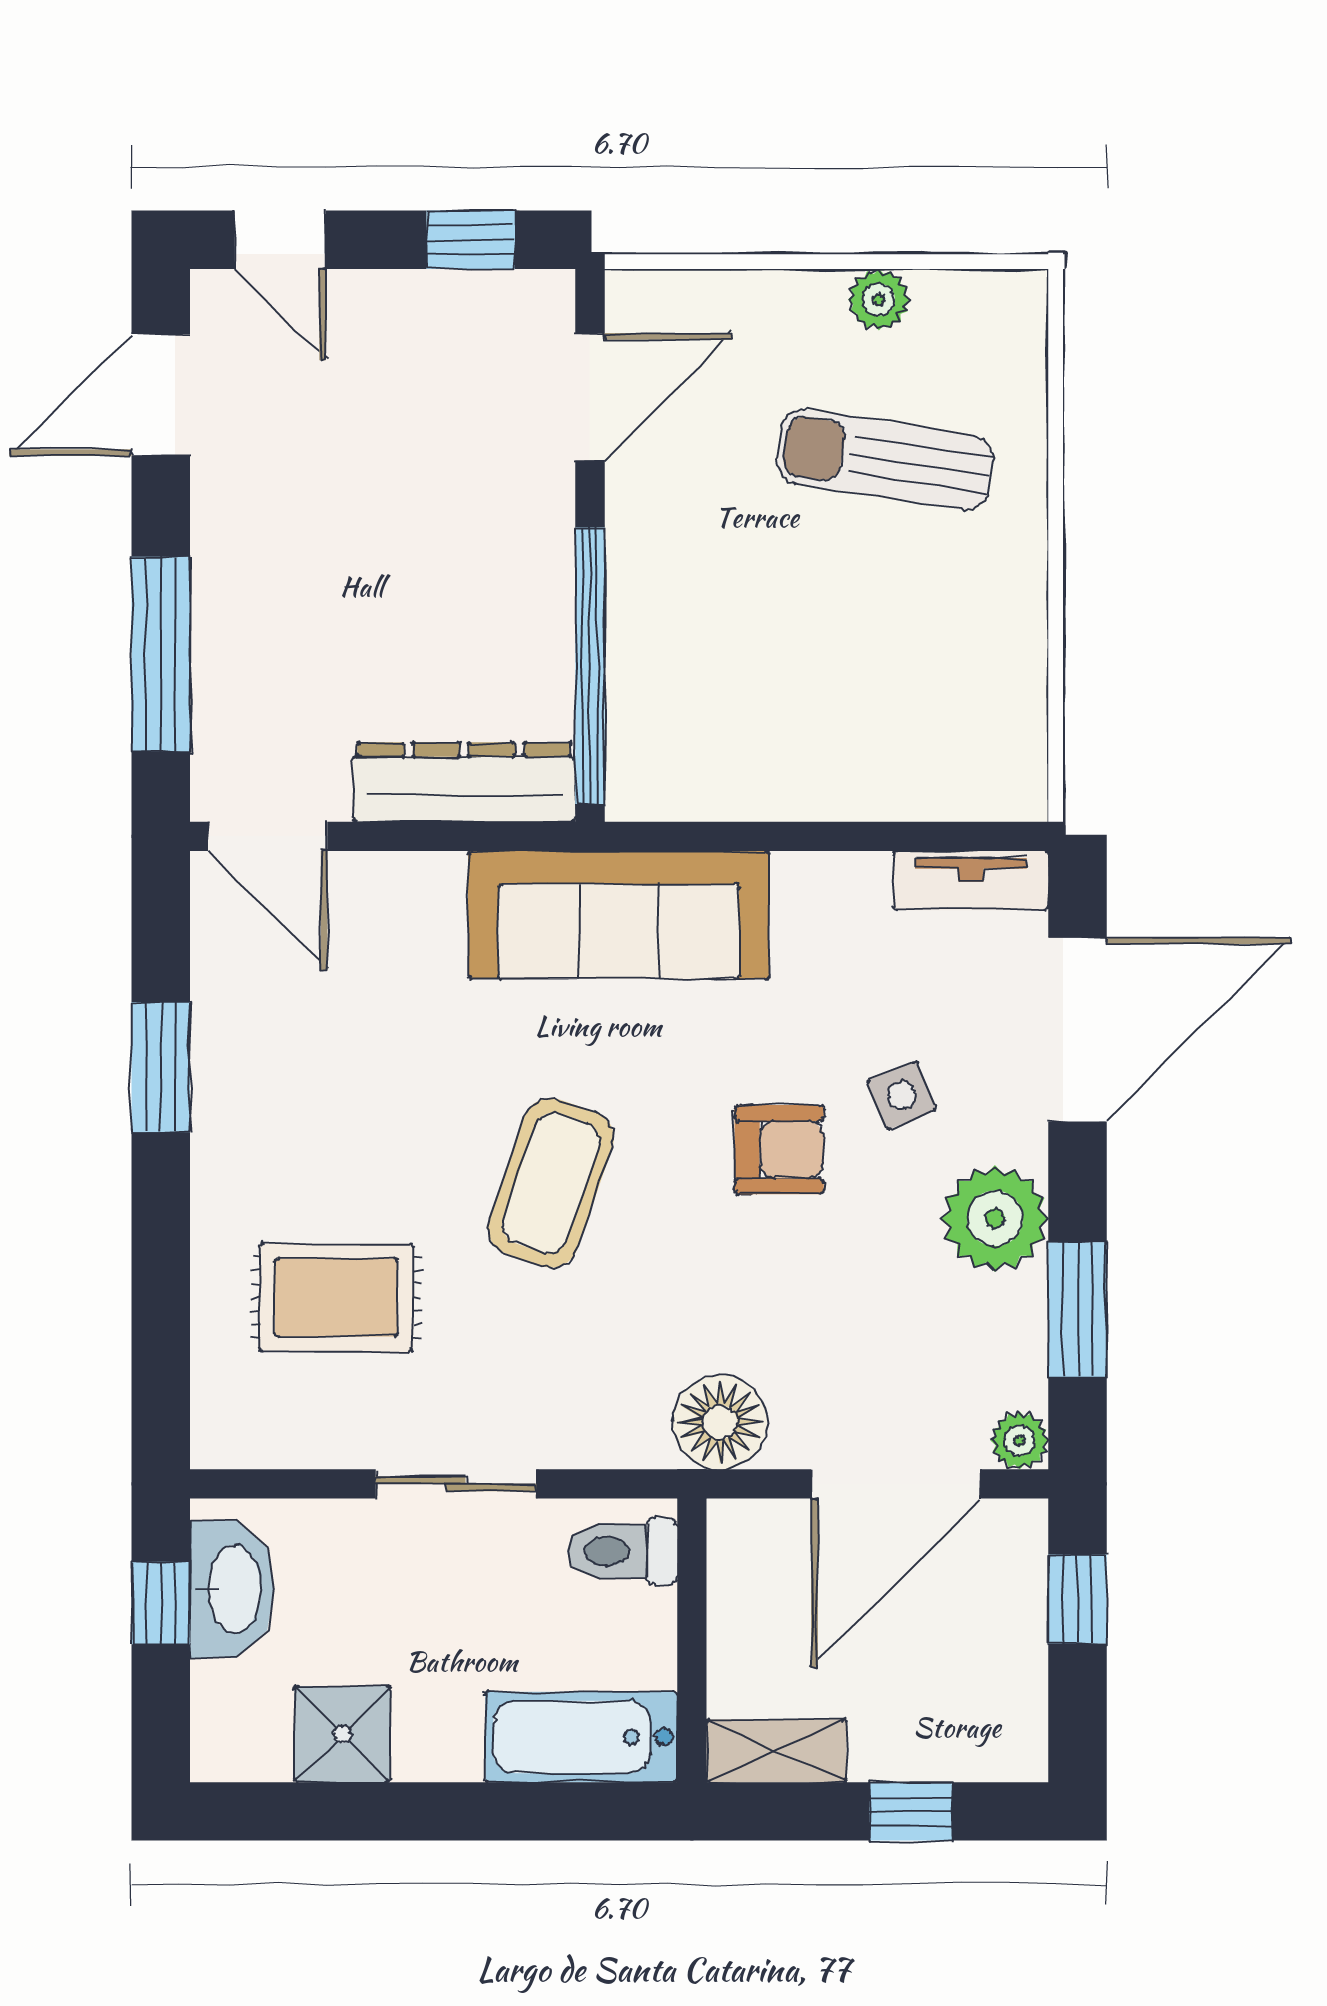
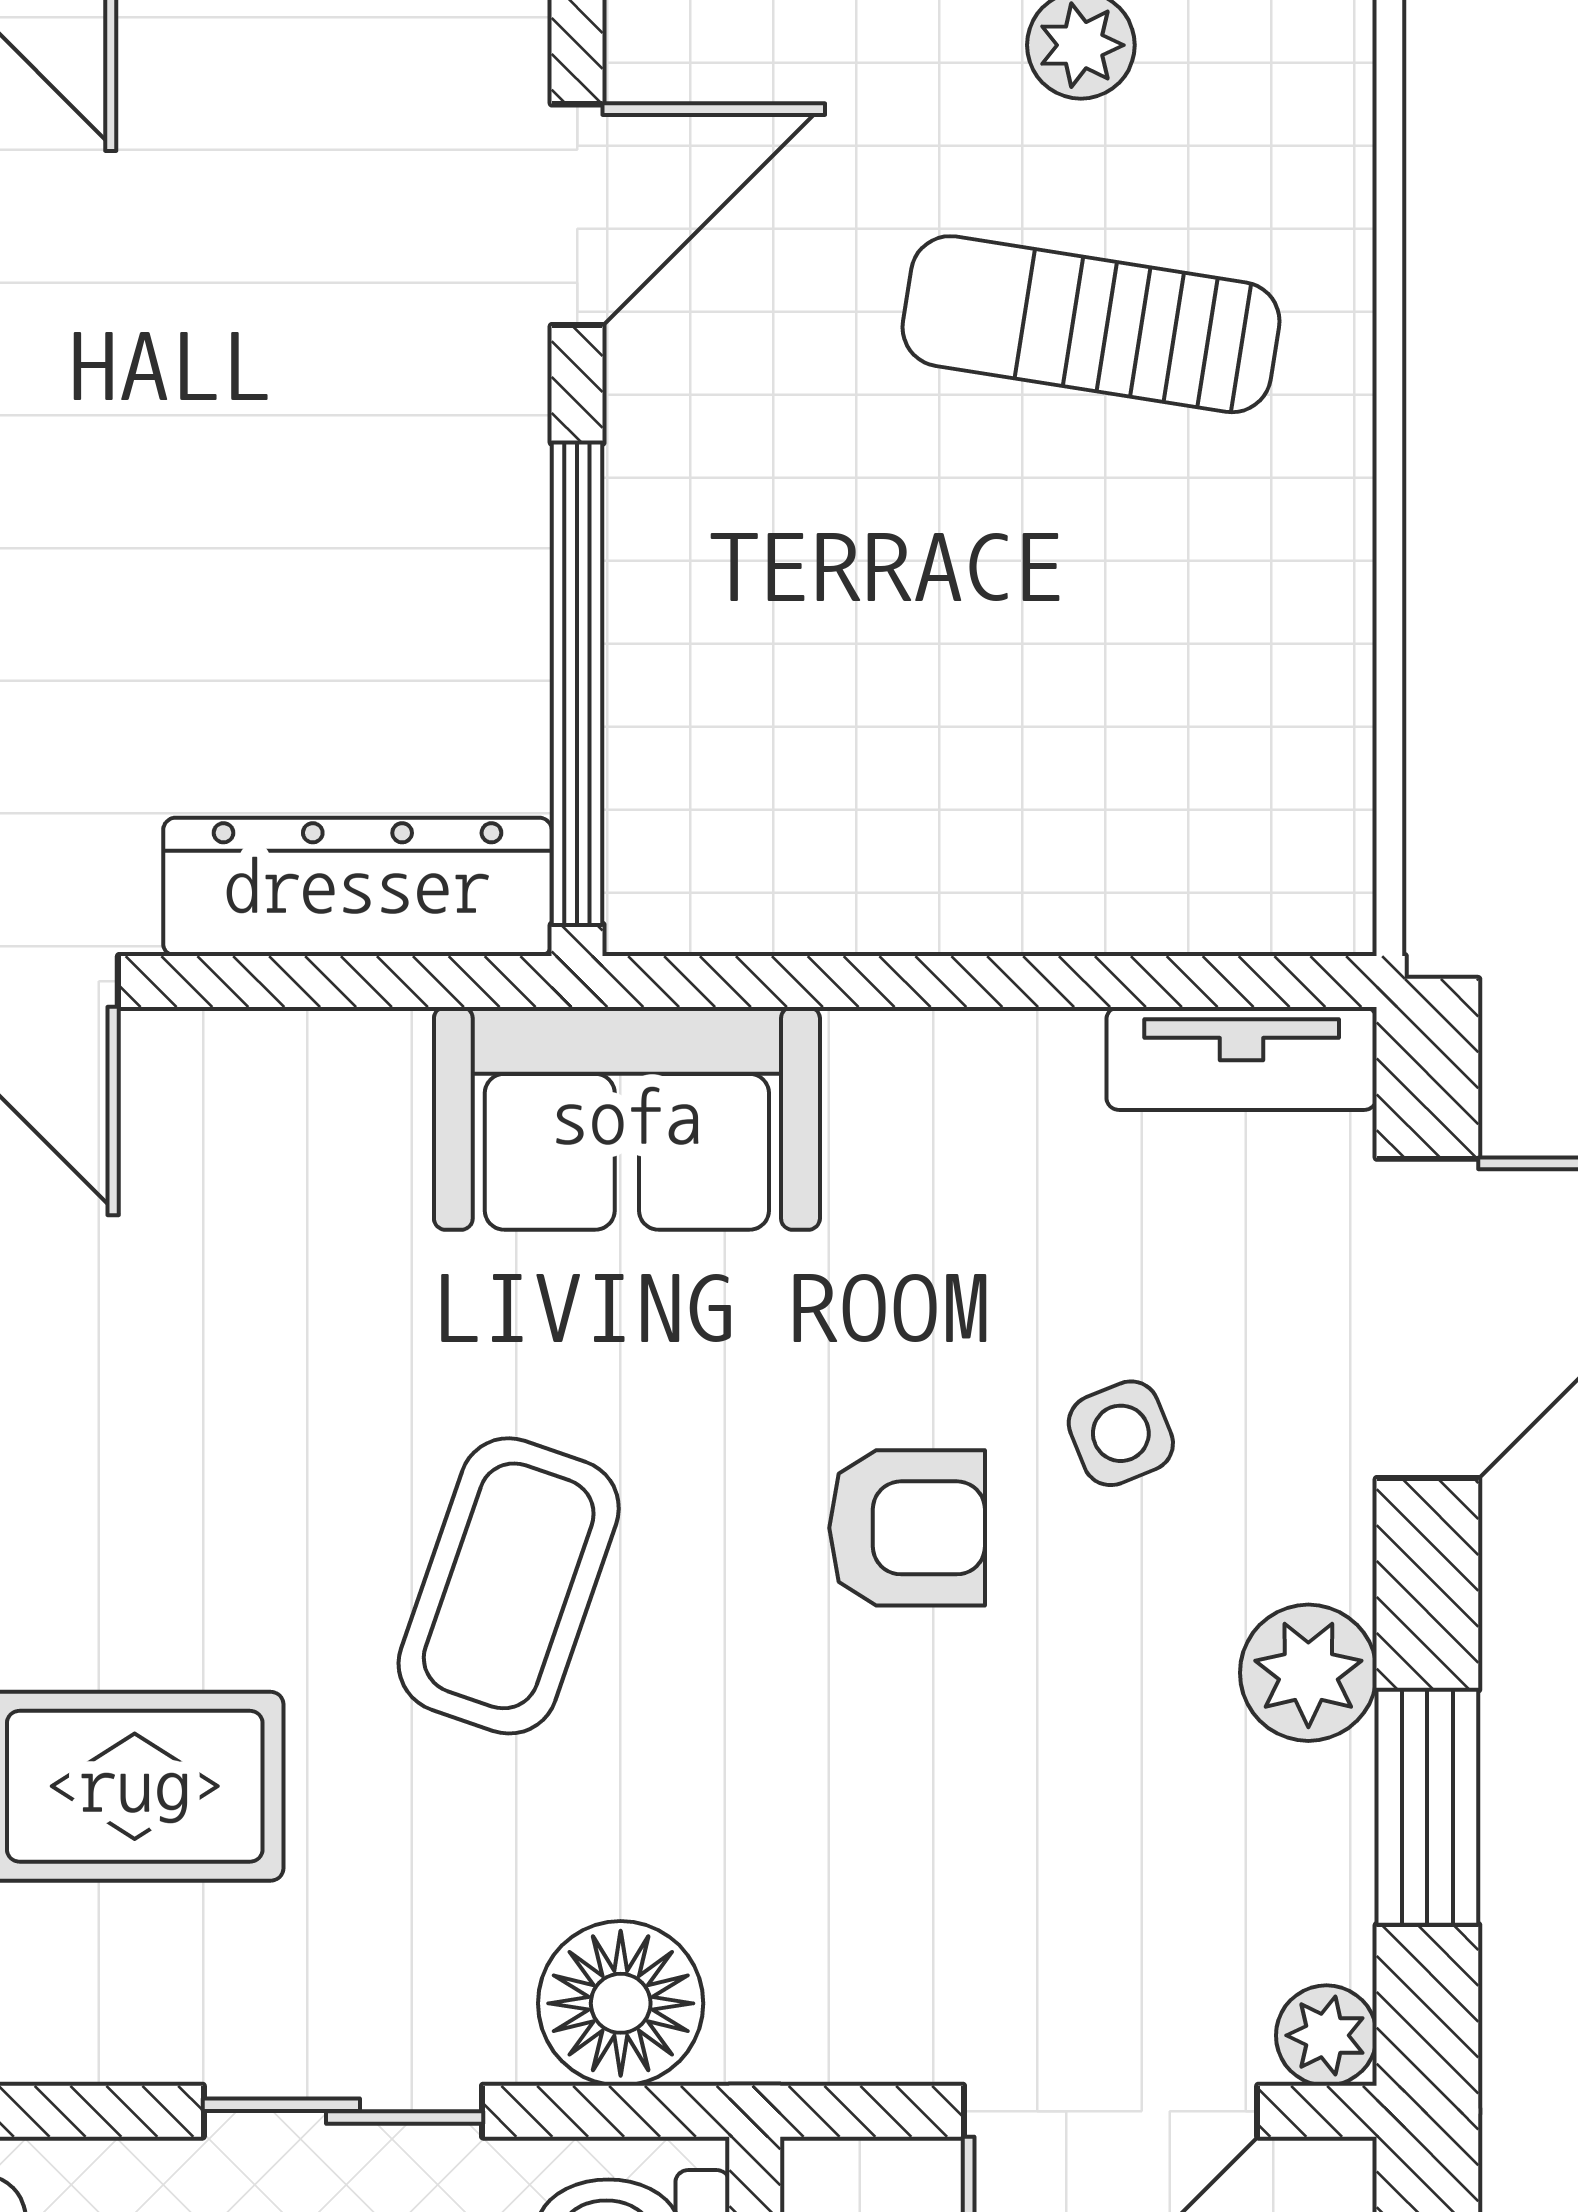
sofa: (619, 915) -> (627, 1118), width x0.73
plant: (995, 1218) -> (1308, 1673), width x0.73, depth x0.73
floor lamp: (720, 1422) -> (621, 2003), moved

